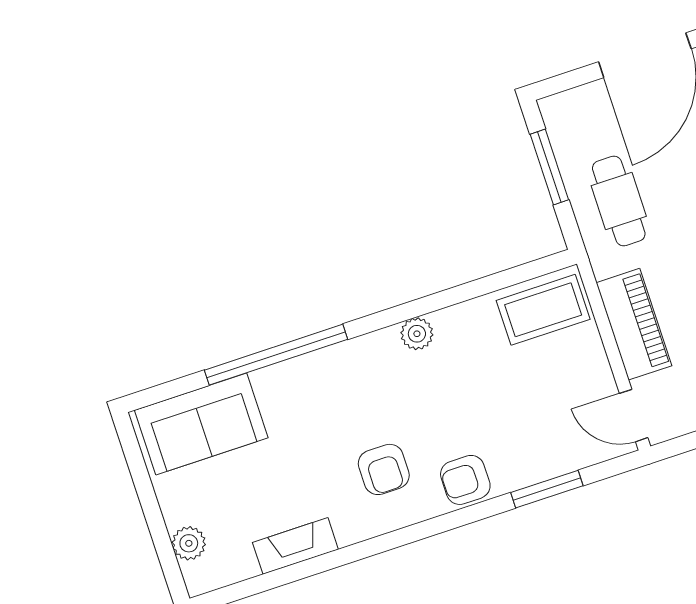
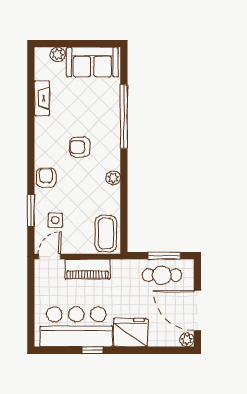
cafe table: (619, 201) -> (162, 275), moved
sofa: (201, 424) -> (92, 62), moved, turned -90
side table: (551, 429) -> (55, 220), added
armchair: (384, 469) -> (80, 147), moved

